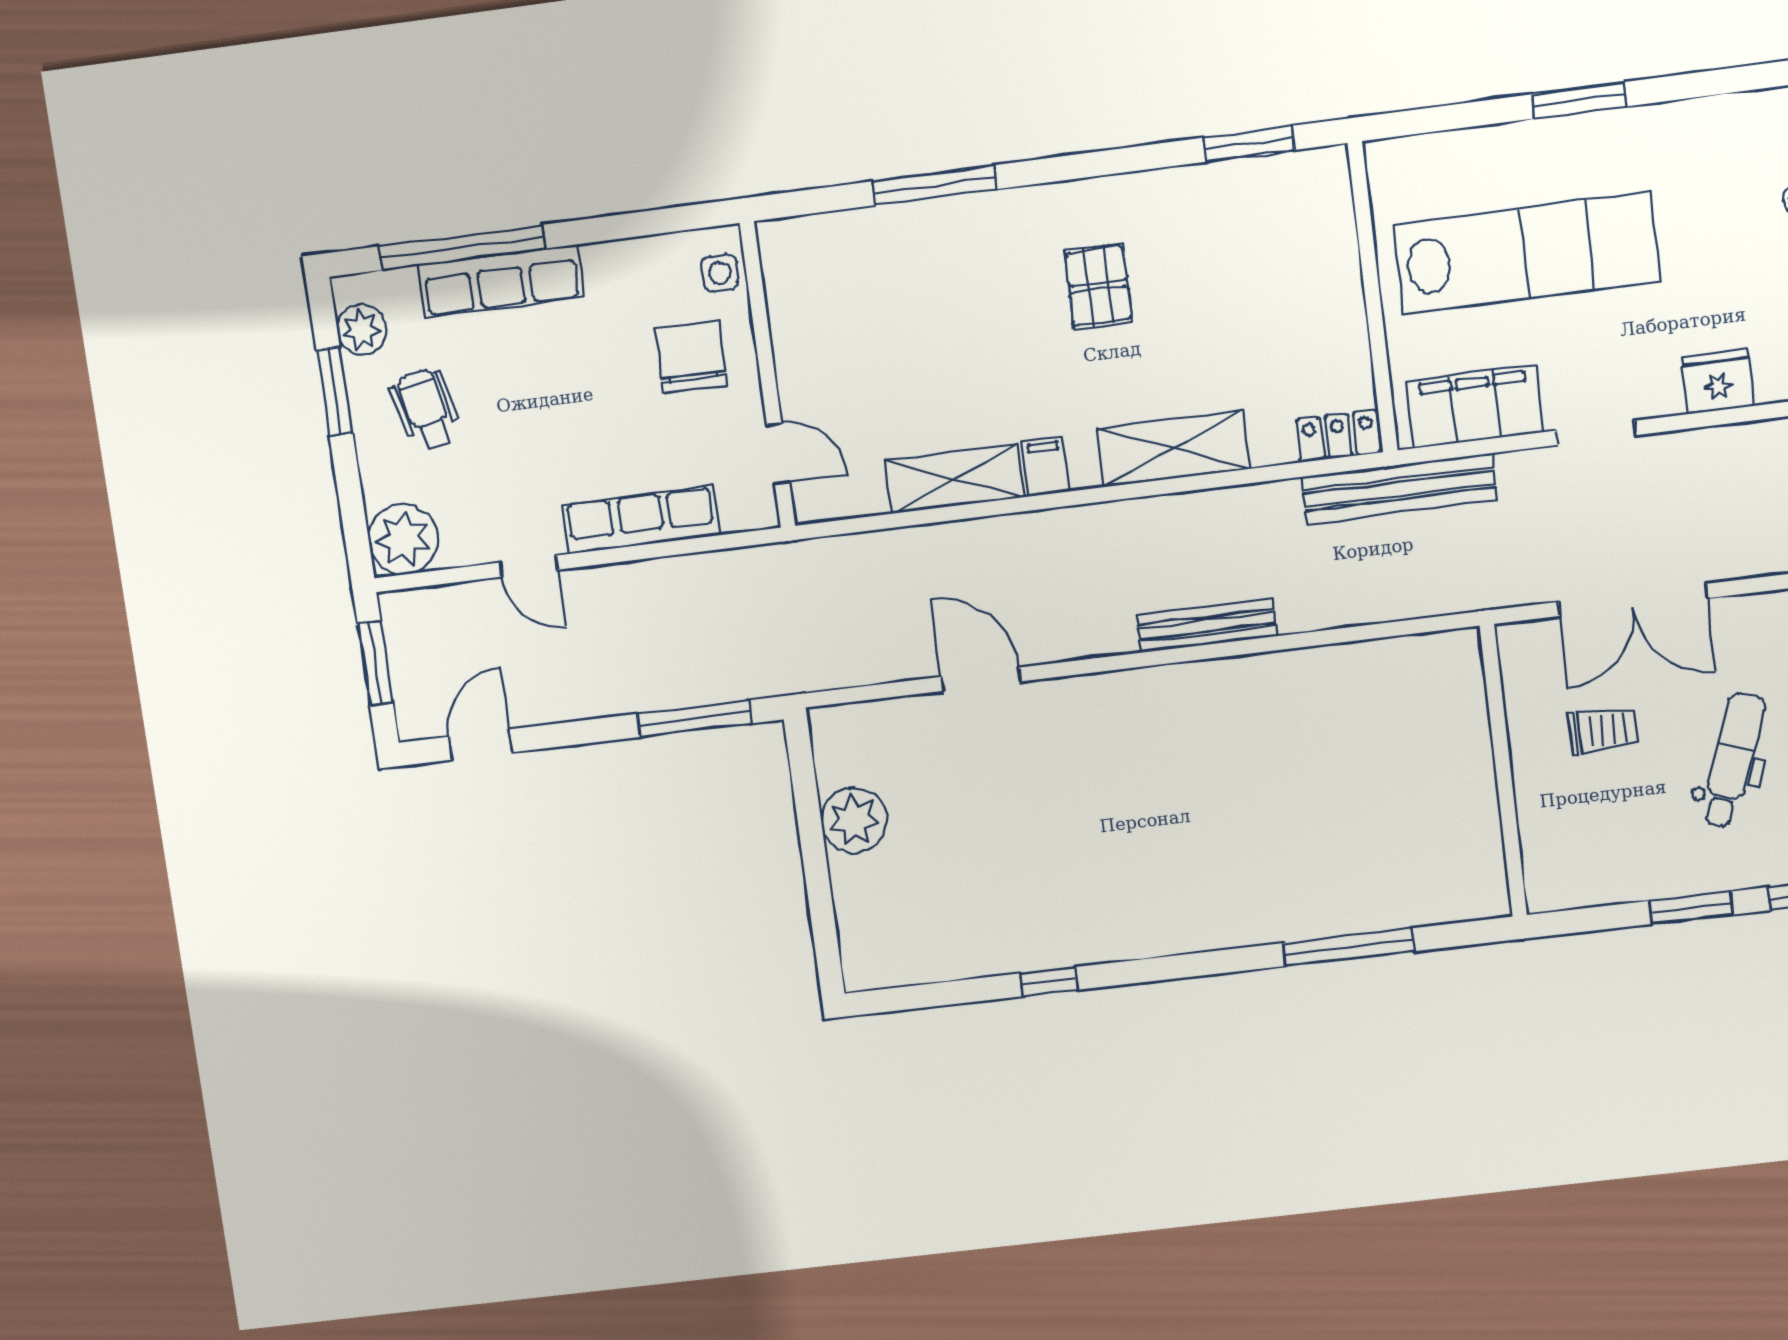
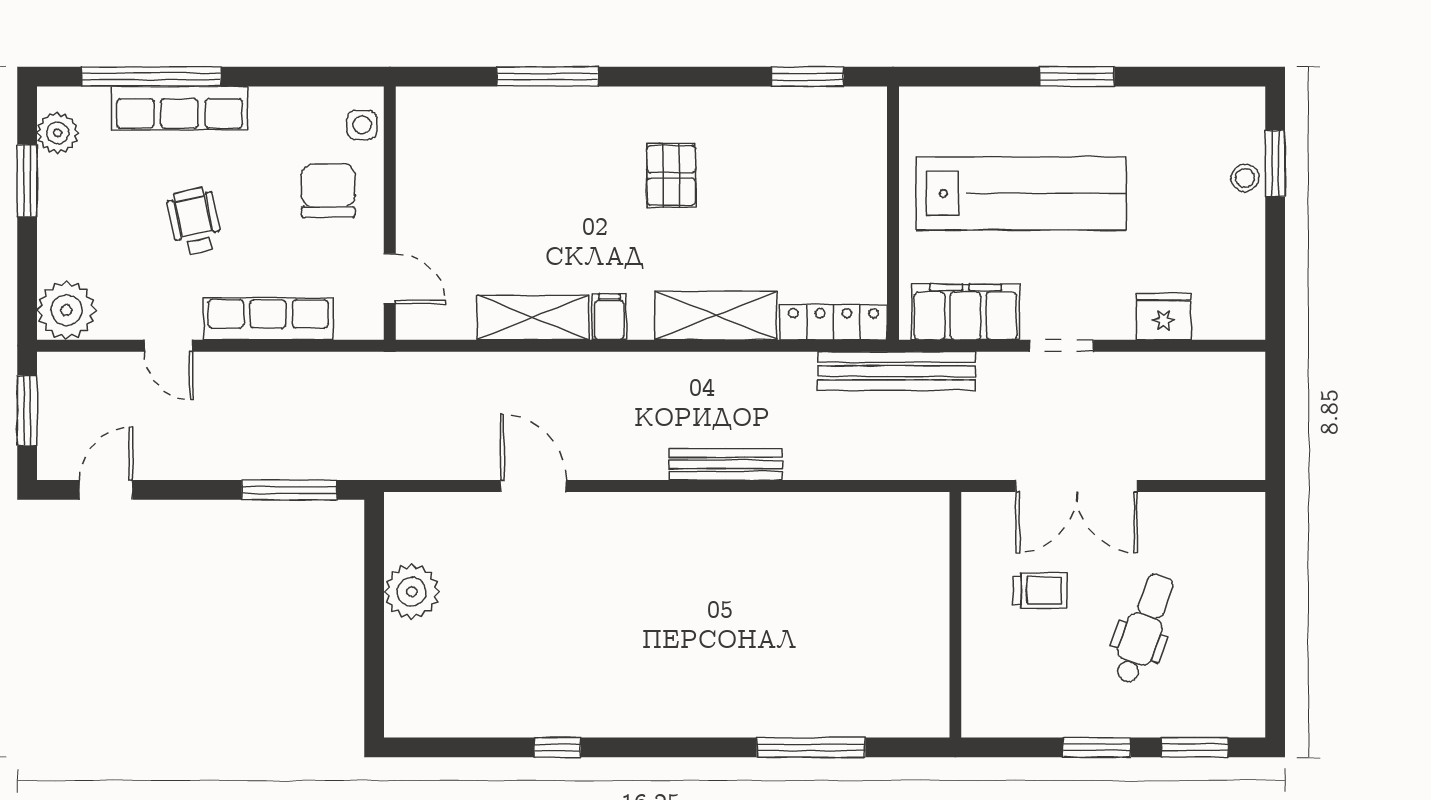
wheelchair: (426, 409) -> (194, 221), moved
locker: (1338, 436) -> (833, 322), width x1.53

